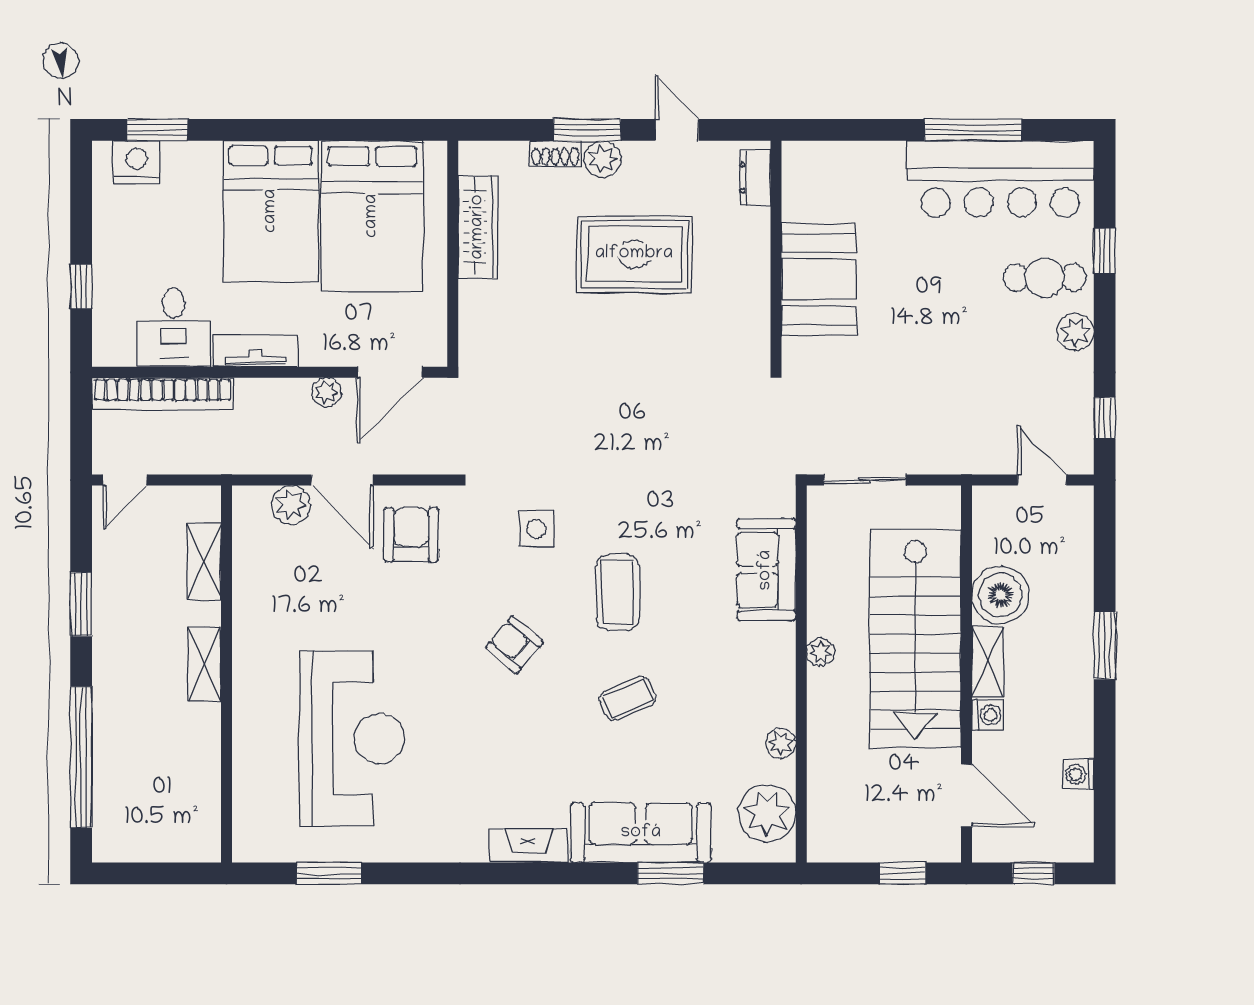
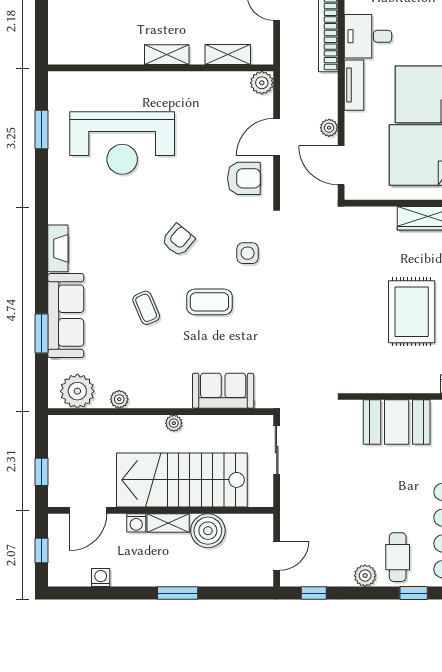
plant: (291, 505) -> (262, 83), moved

